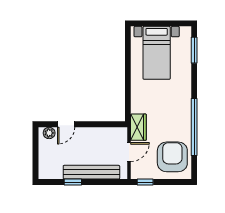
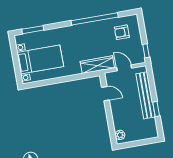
door: (66, 124) -> (105, 94), moved
wardrobe: (138, 127) -> (97, 65), width x1.50
armchair: (172, 157) -> (122, 32), width x0.53, depth x0.53

